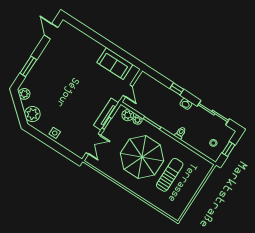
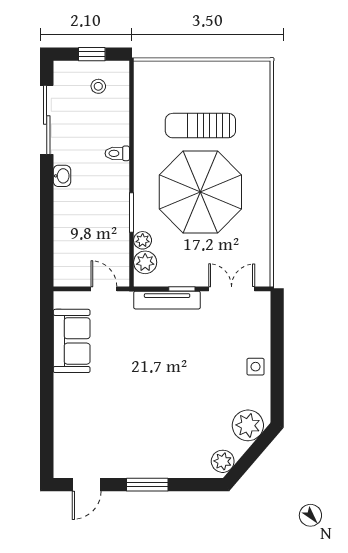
window: (28, 66) -> (147, 485), moved
window: (177, 89) -> (47, 208), removed
door: (128, 91) -> (104, 289), hinge flipped

